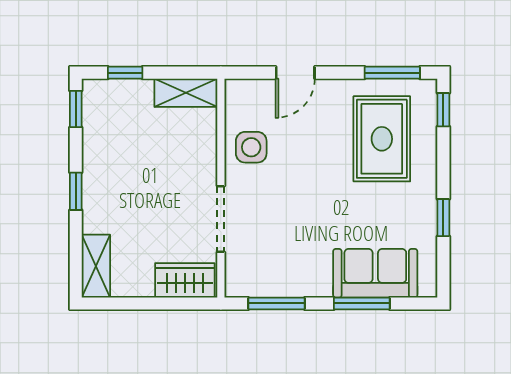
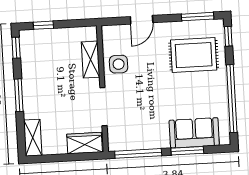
shelving: (186, 93) -> (90, 60), moved, turned 90
rug: (382, 139) -> (194, 55), turned 90
window: (76, 191) -> (19, 95), width x1.50
window: (443, 218) -> (232, 99), width x3.17
window: (276, 303) -> (138, 153), width x1.44

